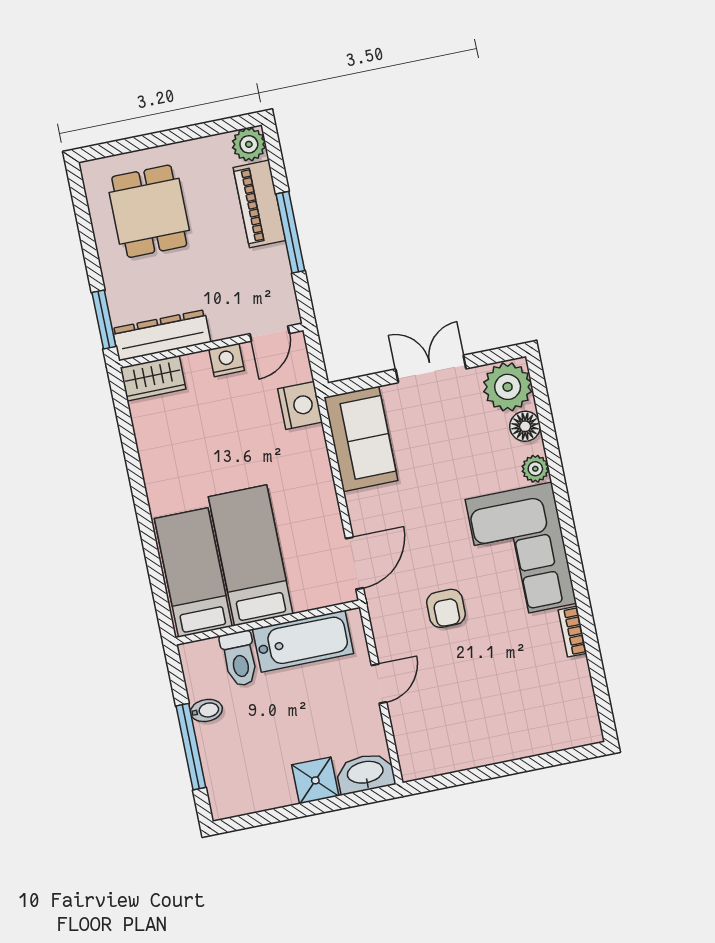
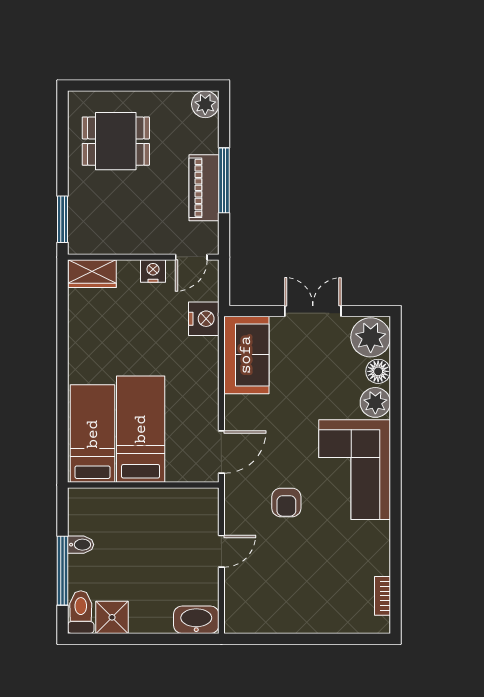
piano: (259, 204) -> (204, 188), moved
dining table: (149, 211) -> (116, 141), turned 90
dresser: (162, 335) -> (106, 241), removed
plant: (535, 469) -> (375, 402), width x1.38, depth x1.38
bookcase: (572, 632) -> (383, 596), moved
bathtub: (303, 641) -> (168, 505), removed
toilet: (239, 659) -> (81, 612), moved, turned 180
shower: (315, 780) -> (112, 617), moved

